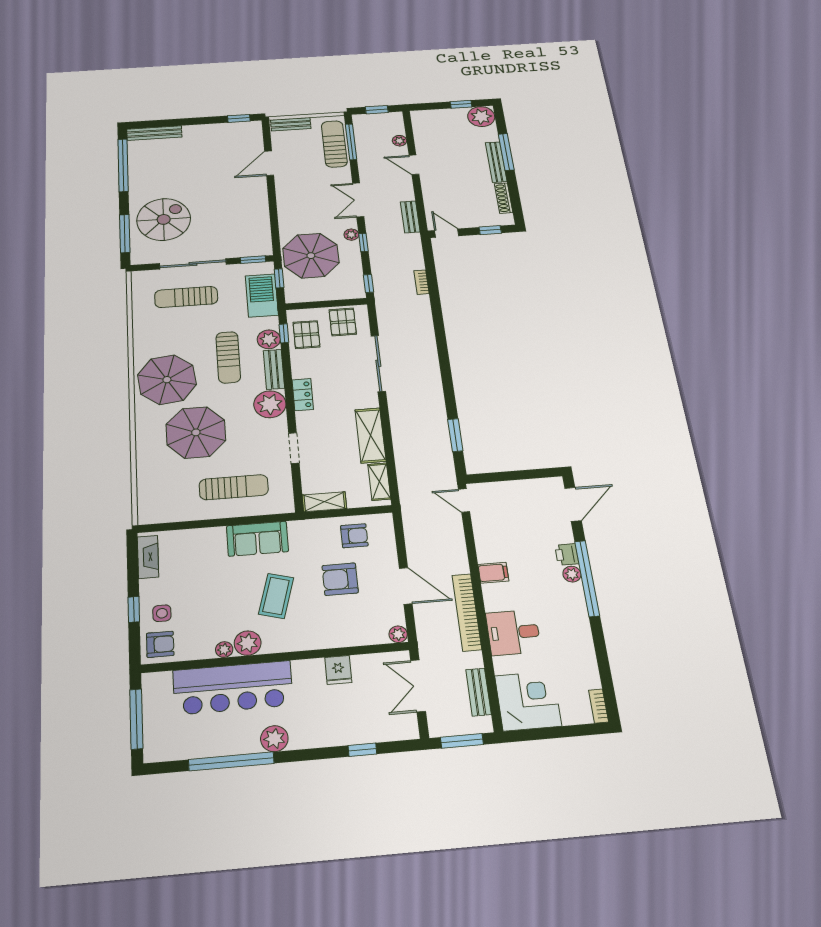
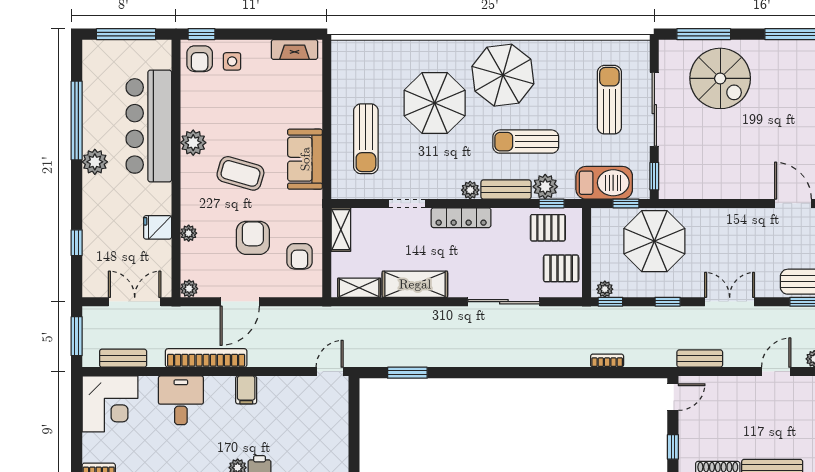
plant: (351, 235) -> (605, 289), moved
locker: (303, 395) -> (461, 218), width x1.53
plant: (270, 404) -> (470, 190), width x0.53, depth x0.53
window: (134, 609) -> (201, 34), moved
plant: (224, 650) -> (189, 233), moved

